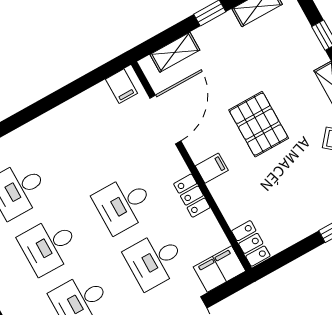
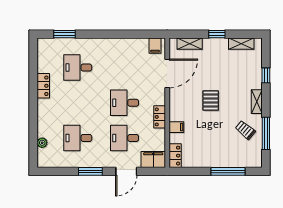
pallet: (259, 124) -> (211, 100), width x0.67, depth x0.71
filing cabinet: (212, 168) -> (176, 127), moved
desk: (49, 246) -> (78, 103), removed

